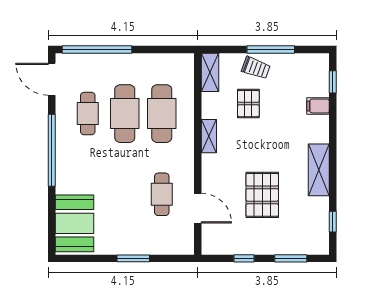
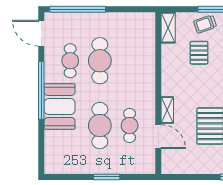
trolley: (256, 68) -> (205, 24), turned 141
cafe table: (162, 114) -> (100, 126), moved
shelving: (209, 136) -> (167, 110), moved
booth: (75, 223) -> (60, 107), moved
window: (244, 258) -> (196, 177), removed

